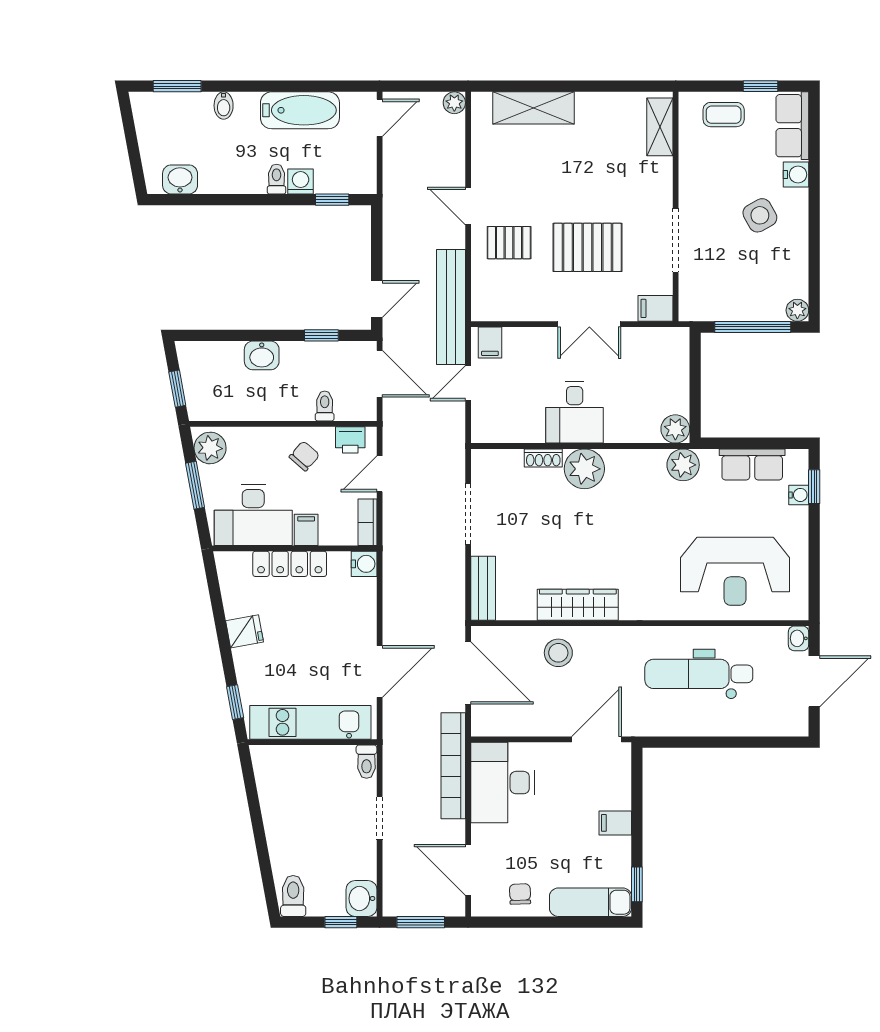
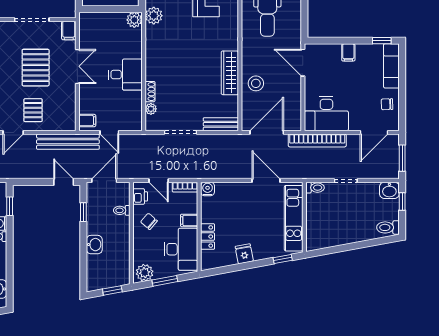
plant: (584, 469) -> (151, 109), moved, width x0.53, depth x0.53
locker: (290, 564) -> (208, 237), width x0.66

